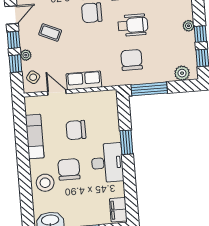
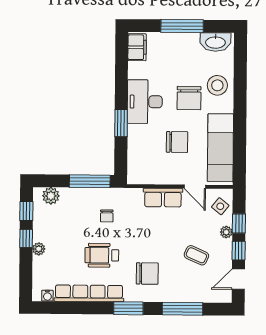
chair: (132, 60) -> (107, 216), width x0.54, depth x0.54
exam couch: (35, 137) -> (220, 148), width x1.36, depth x1.45

